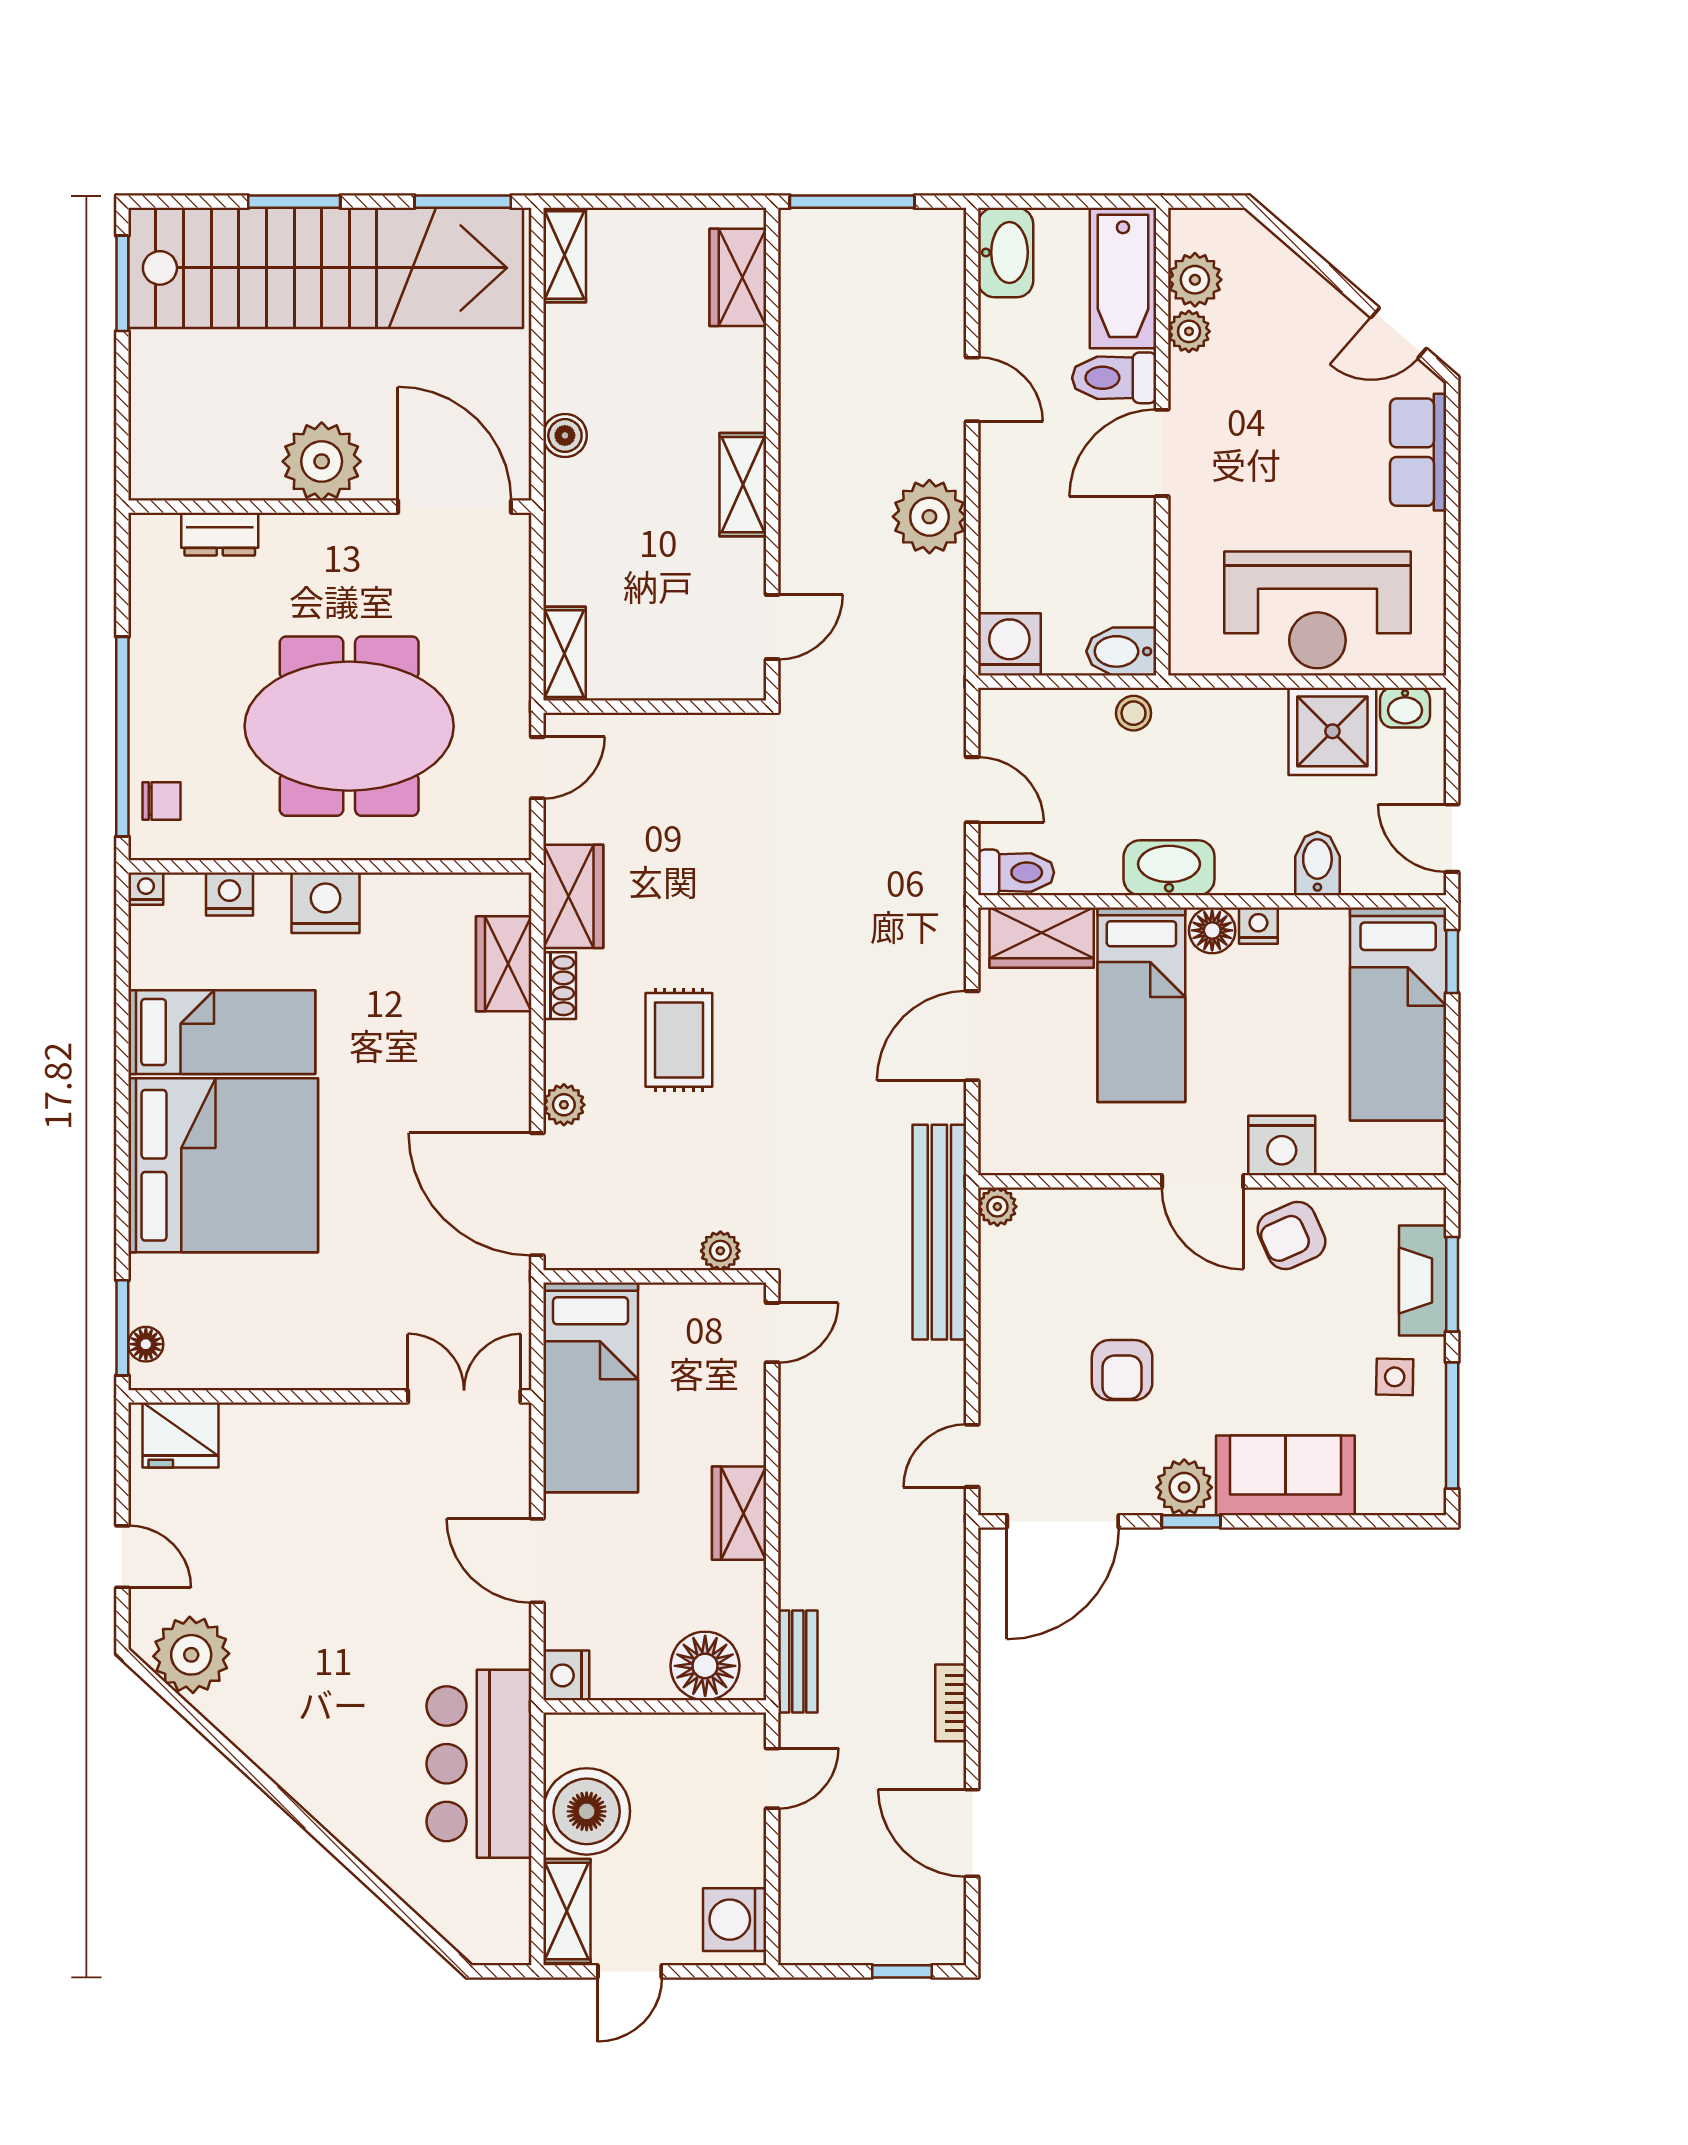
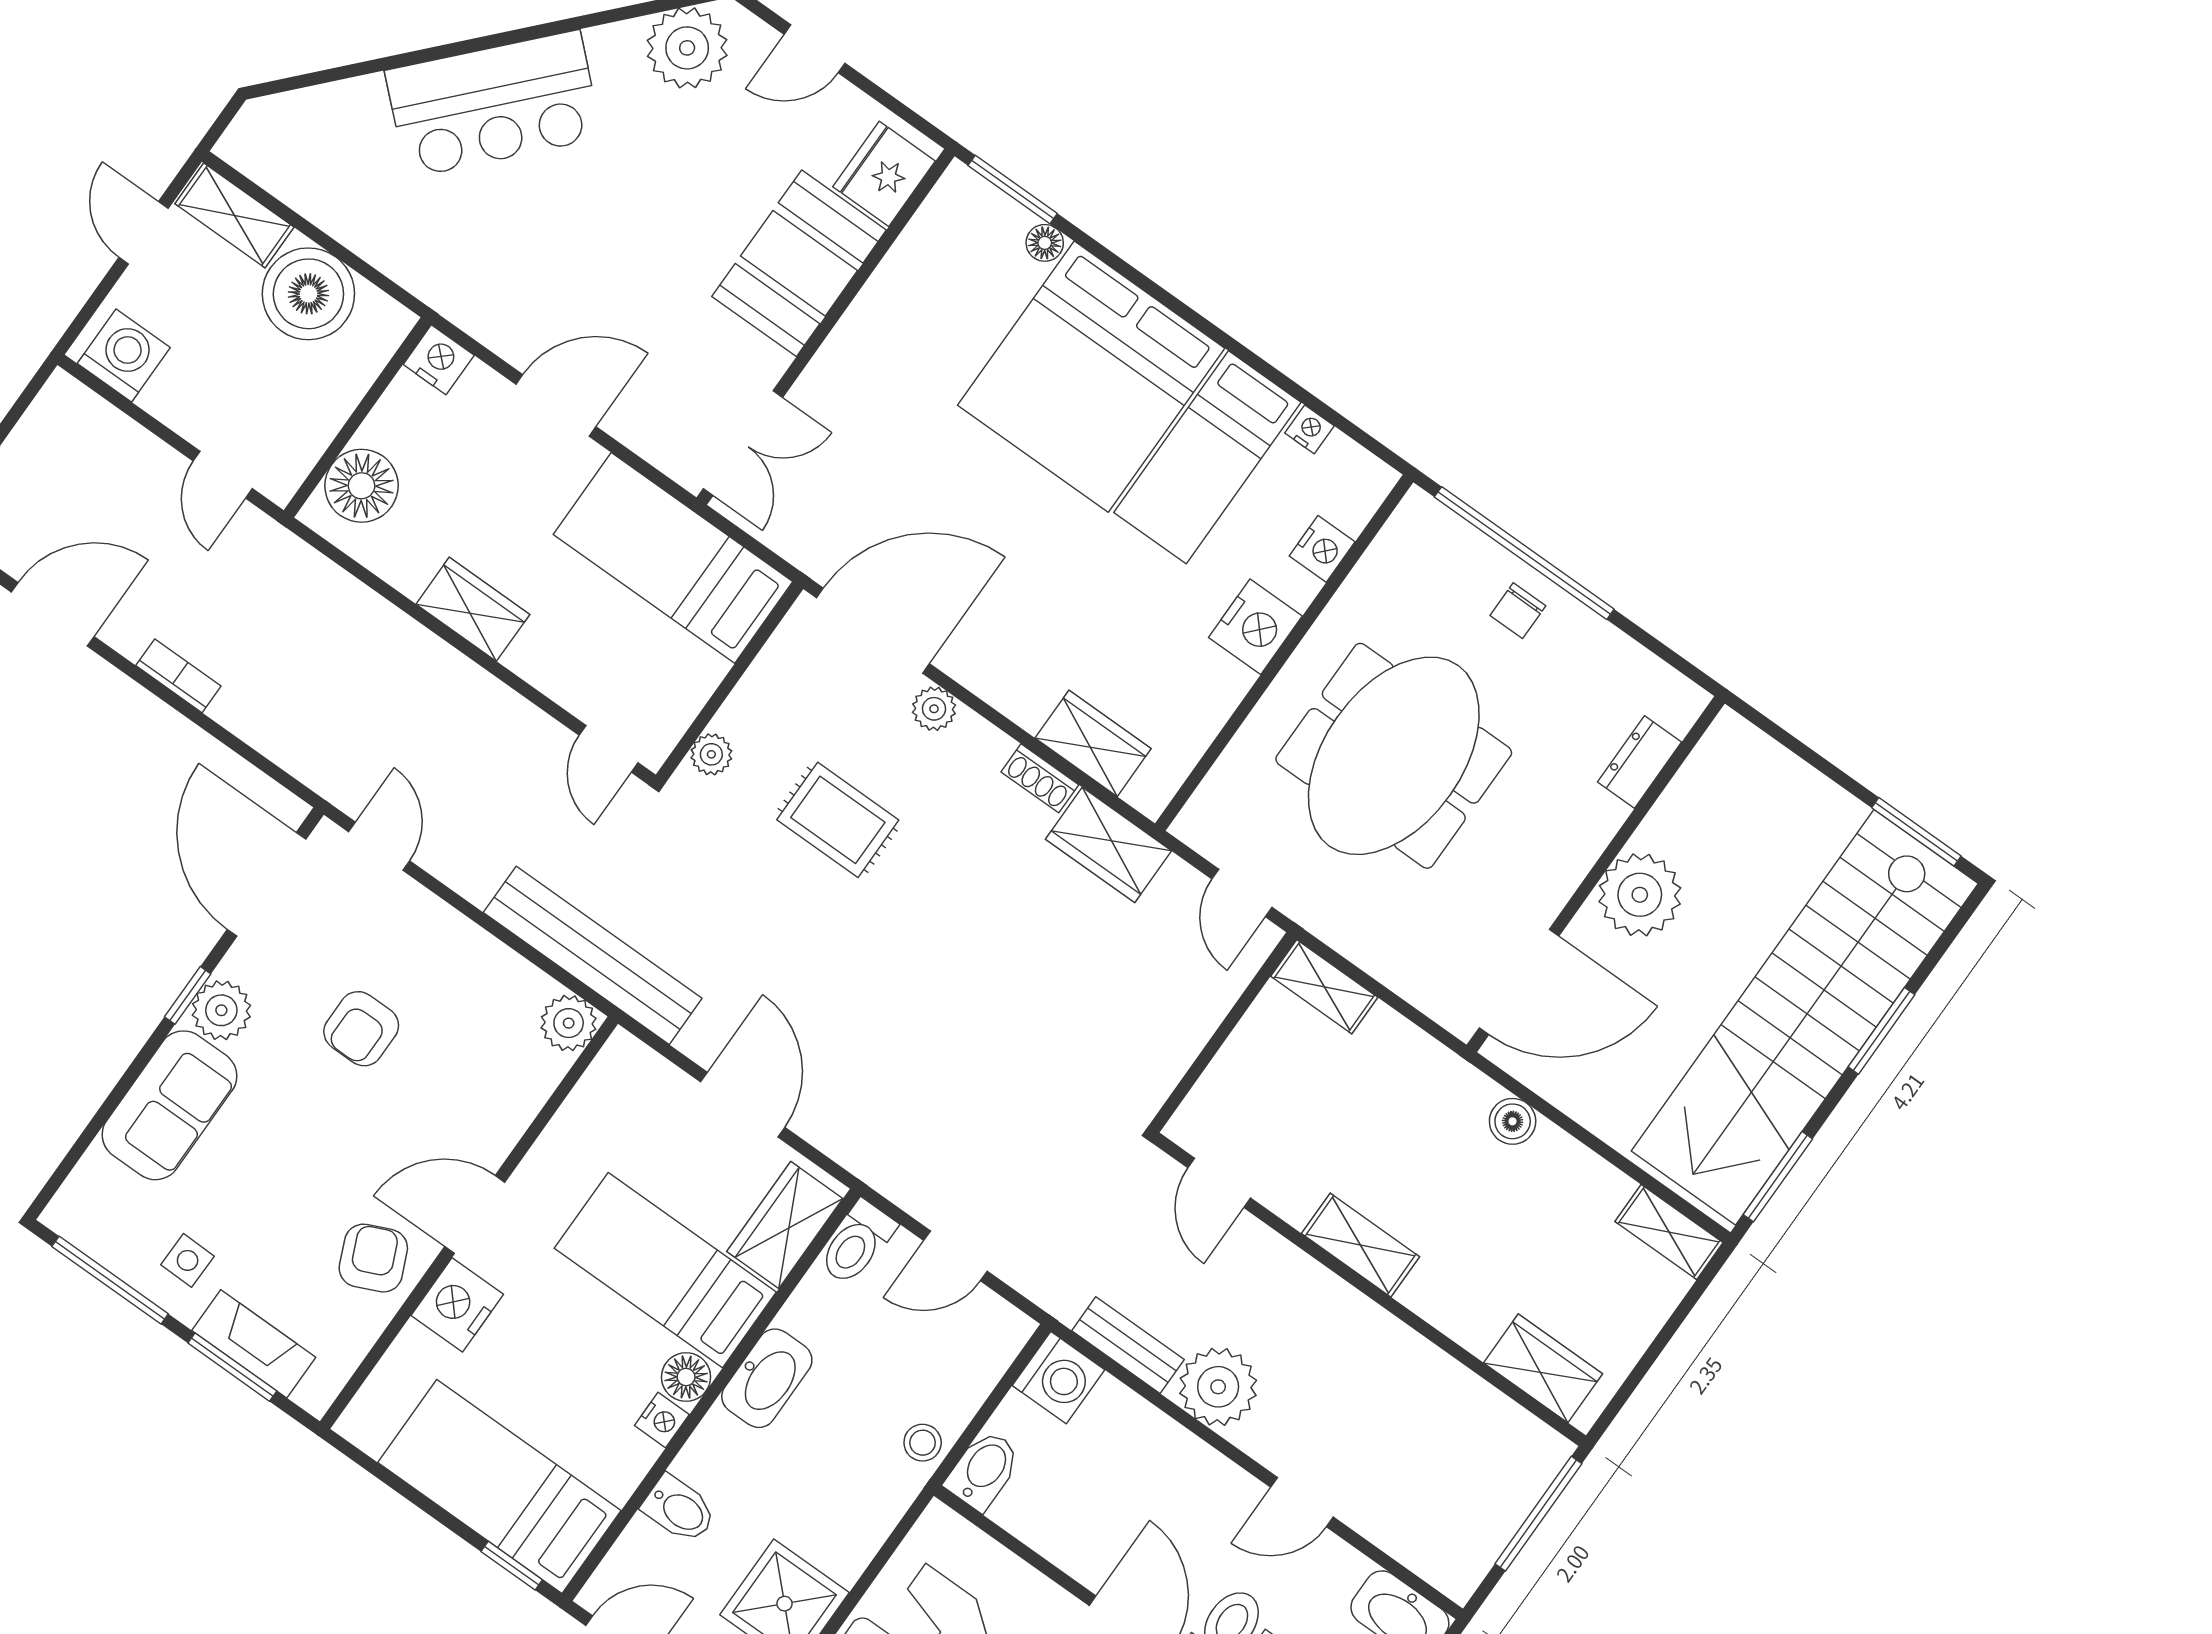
chair: (161, 801) -> (1518, 611), moved
nightstand: (146, 889) -> (1309, 429), moved, turned -90
rug: (679, 1040) -> (838, 820), moved
plant: (997, 1207) -> (569, 1023), width x1.38, depth x1.38
floor lamp: (146, 1344) -> (1045, 243), moved
armchair: (1122, 1370) -> (361, 1029), turned -90
booth: (295, 1451) -> (799, 263), added
bench: (798, 1661) -> (1128, 1345), moved
bar counter: (479, 1764) -> (493, 104), moved, turned 133

